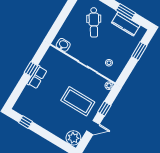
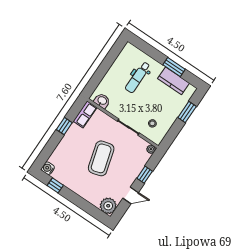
dental chair: (94, 22) -> (138, 77), turned 32
row of seats: (37, 77) -> (85, 114), moved
coffee table: (78, 101) -> (101, 158), moved, turned 74
water cooler: (18, 107) -> (48, 168), added

